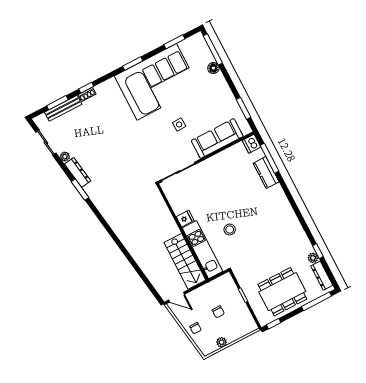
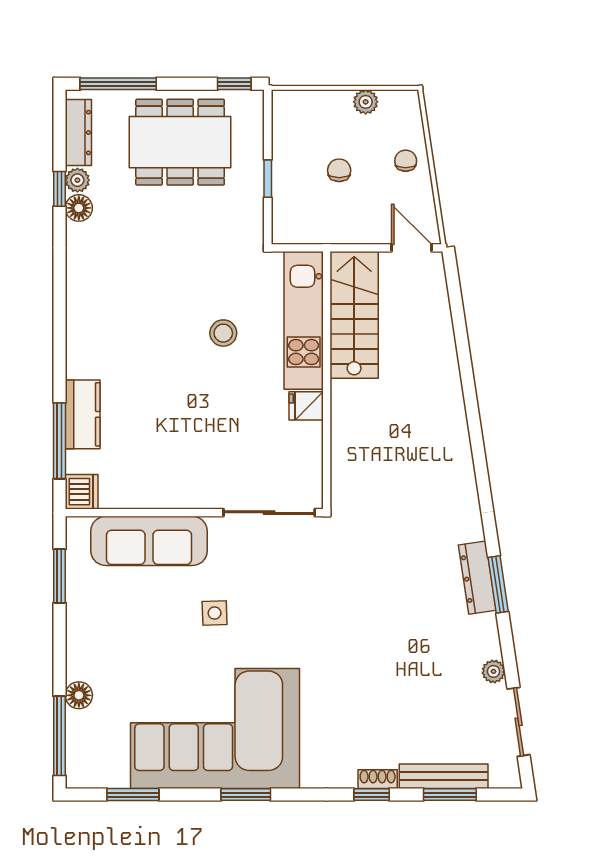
dresser: (78, 172) -> (477, 578), moved
floor lamp: (307, 248) -> (79, 208), added

